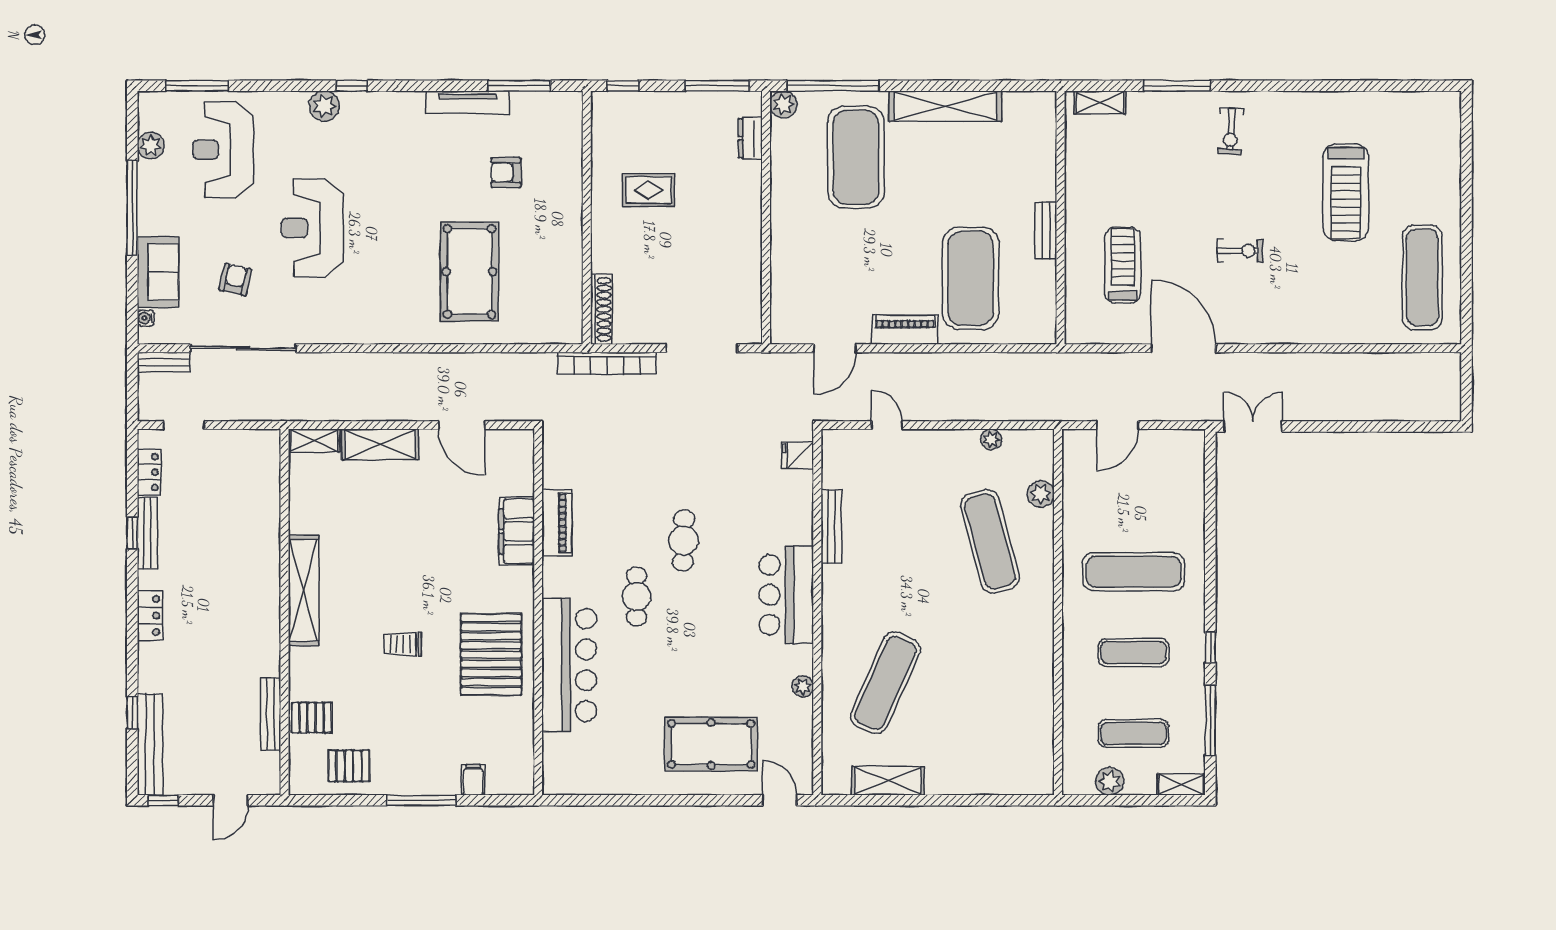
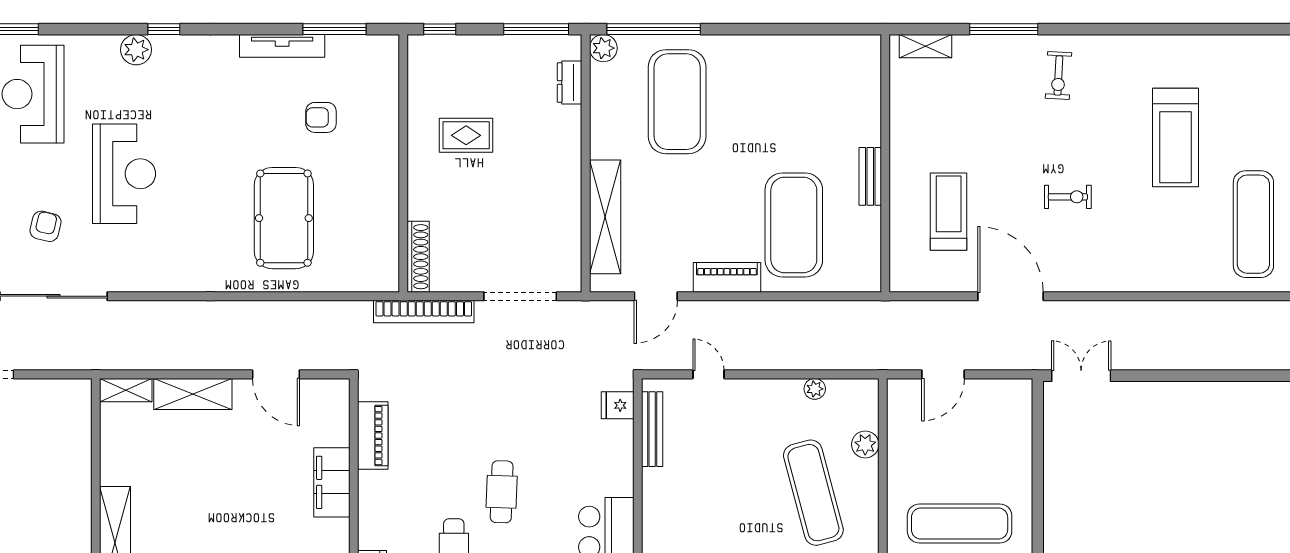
shelving: (946, 106) -> (605, 217), moved, turned 90
reception desk: (312, 228) -> (124, 174), turned 180
piano: (557, 523) -> (373, 436), moved
bench: (831, 527) -> (652, 429), moved

